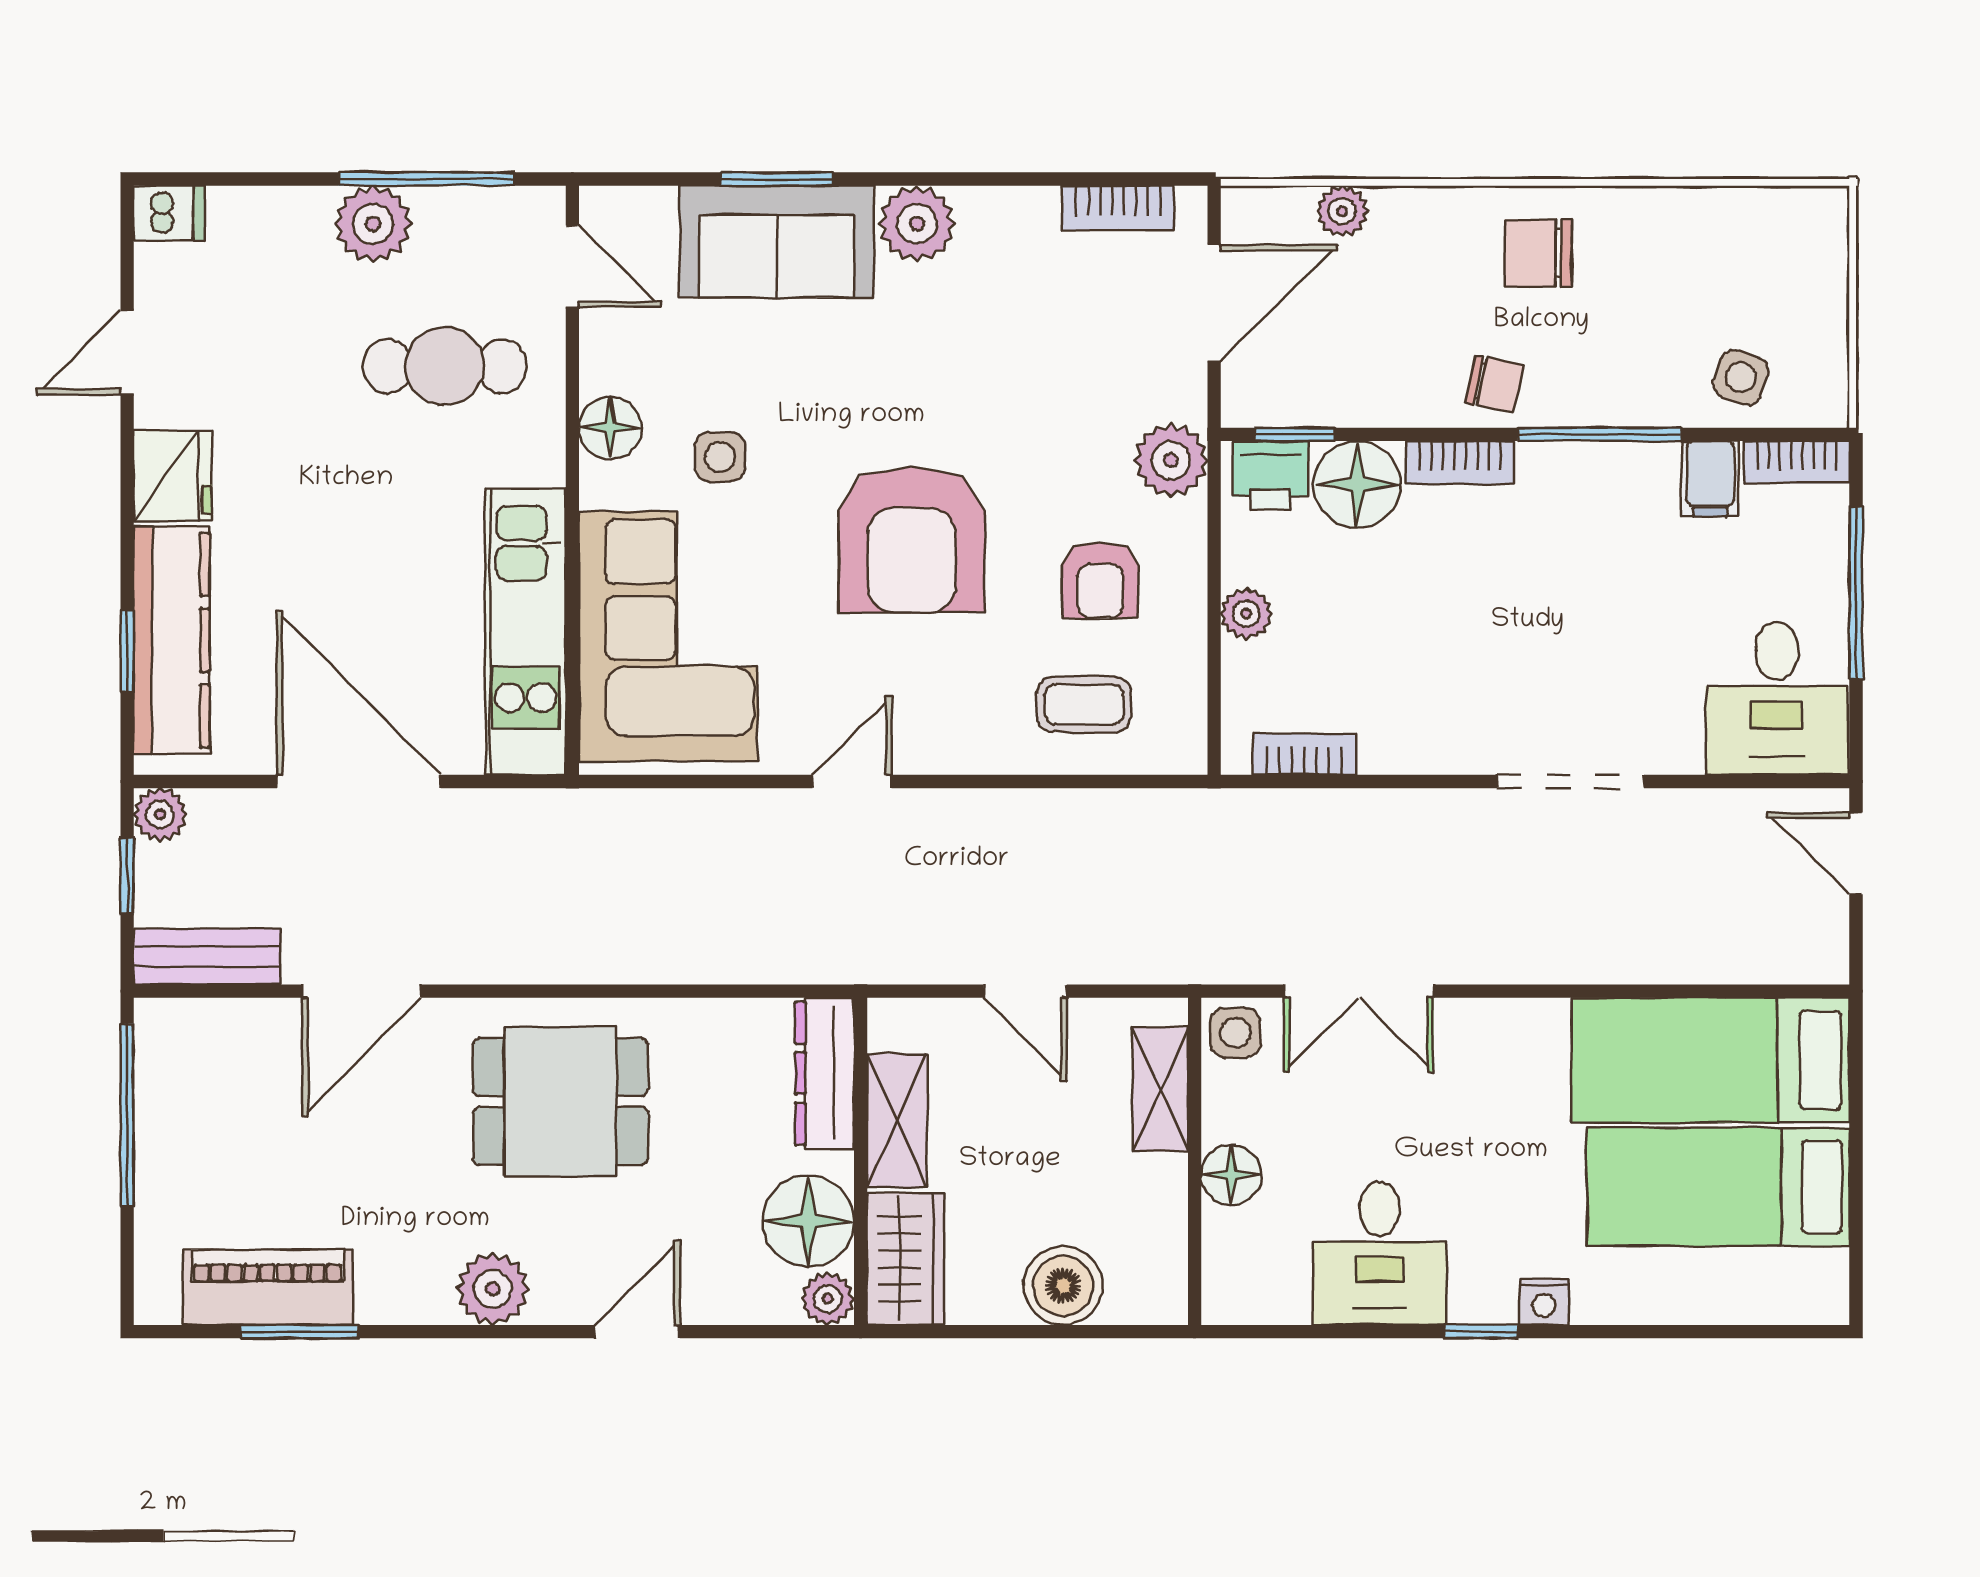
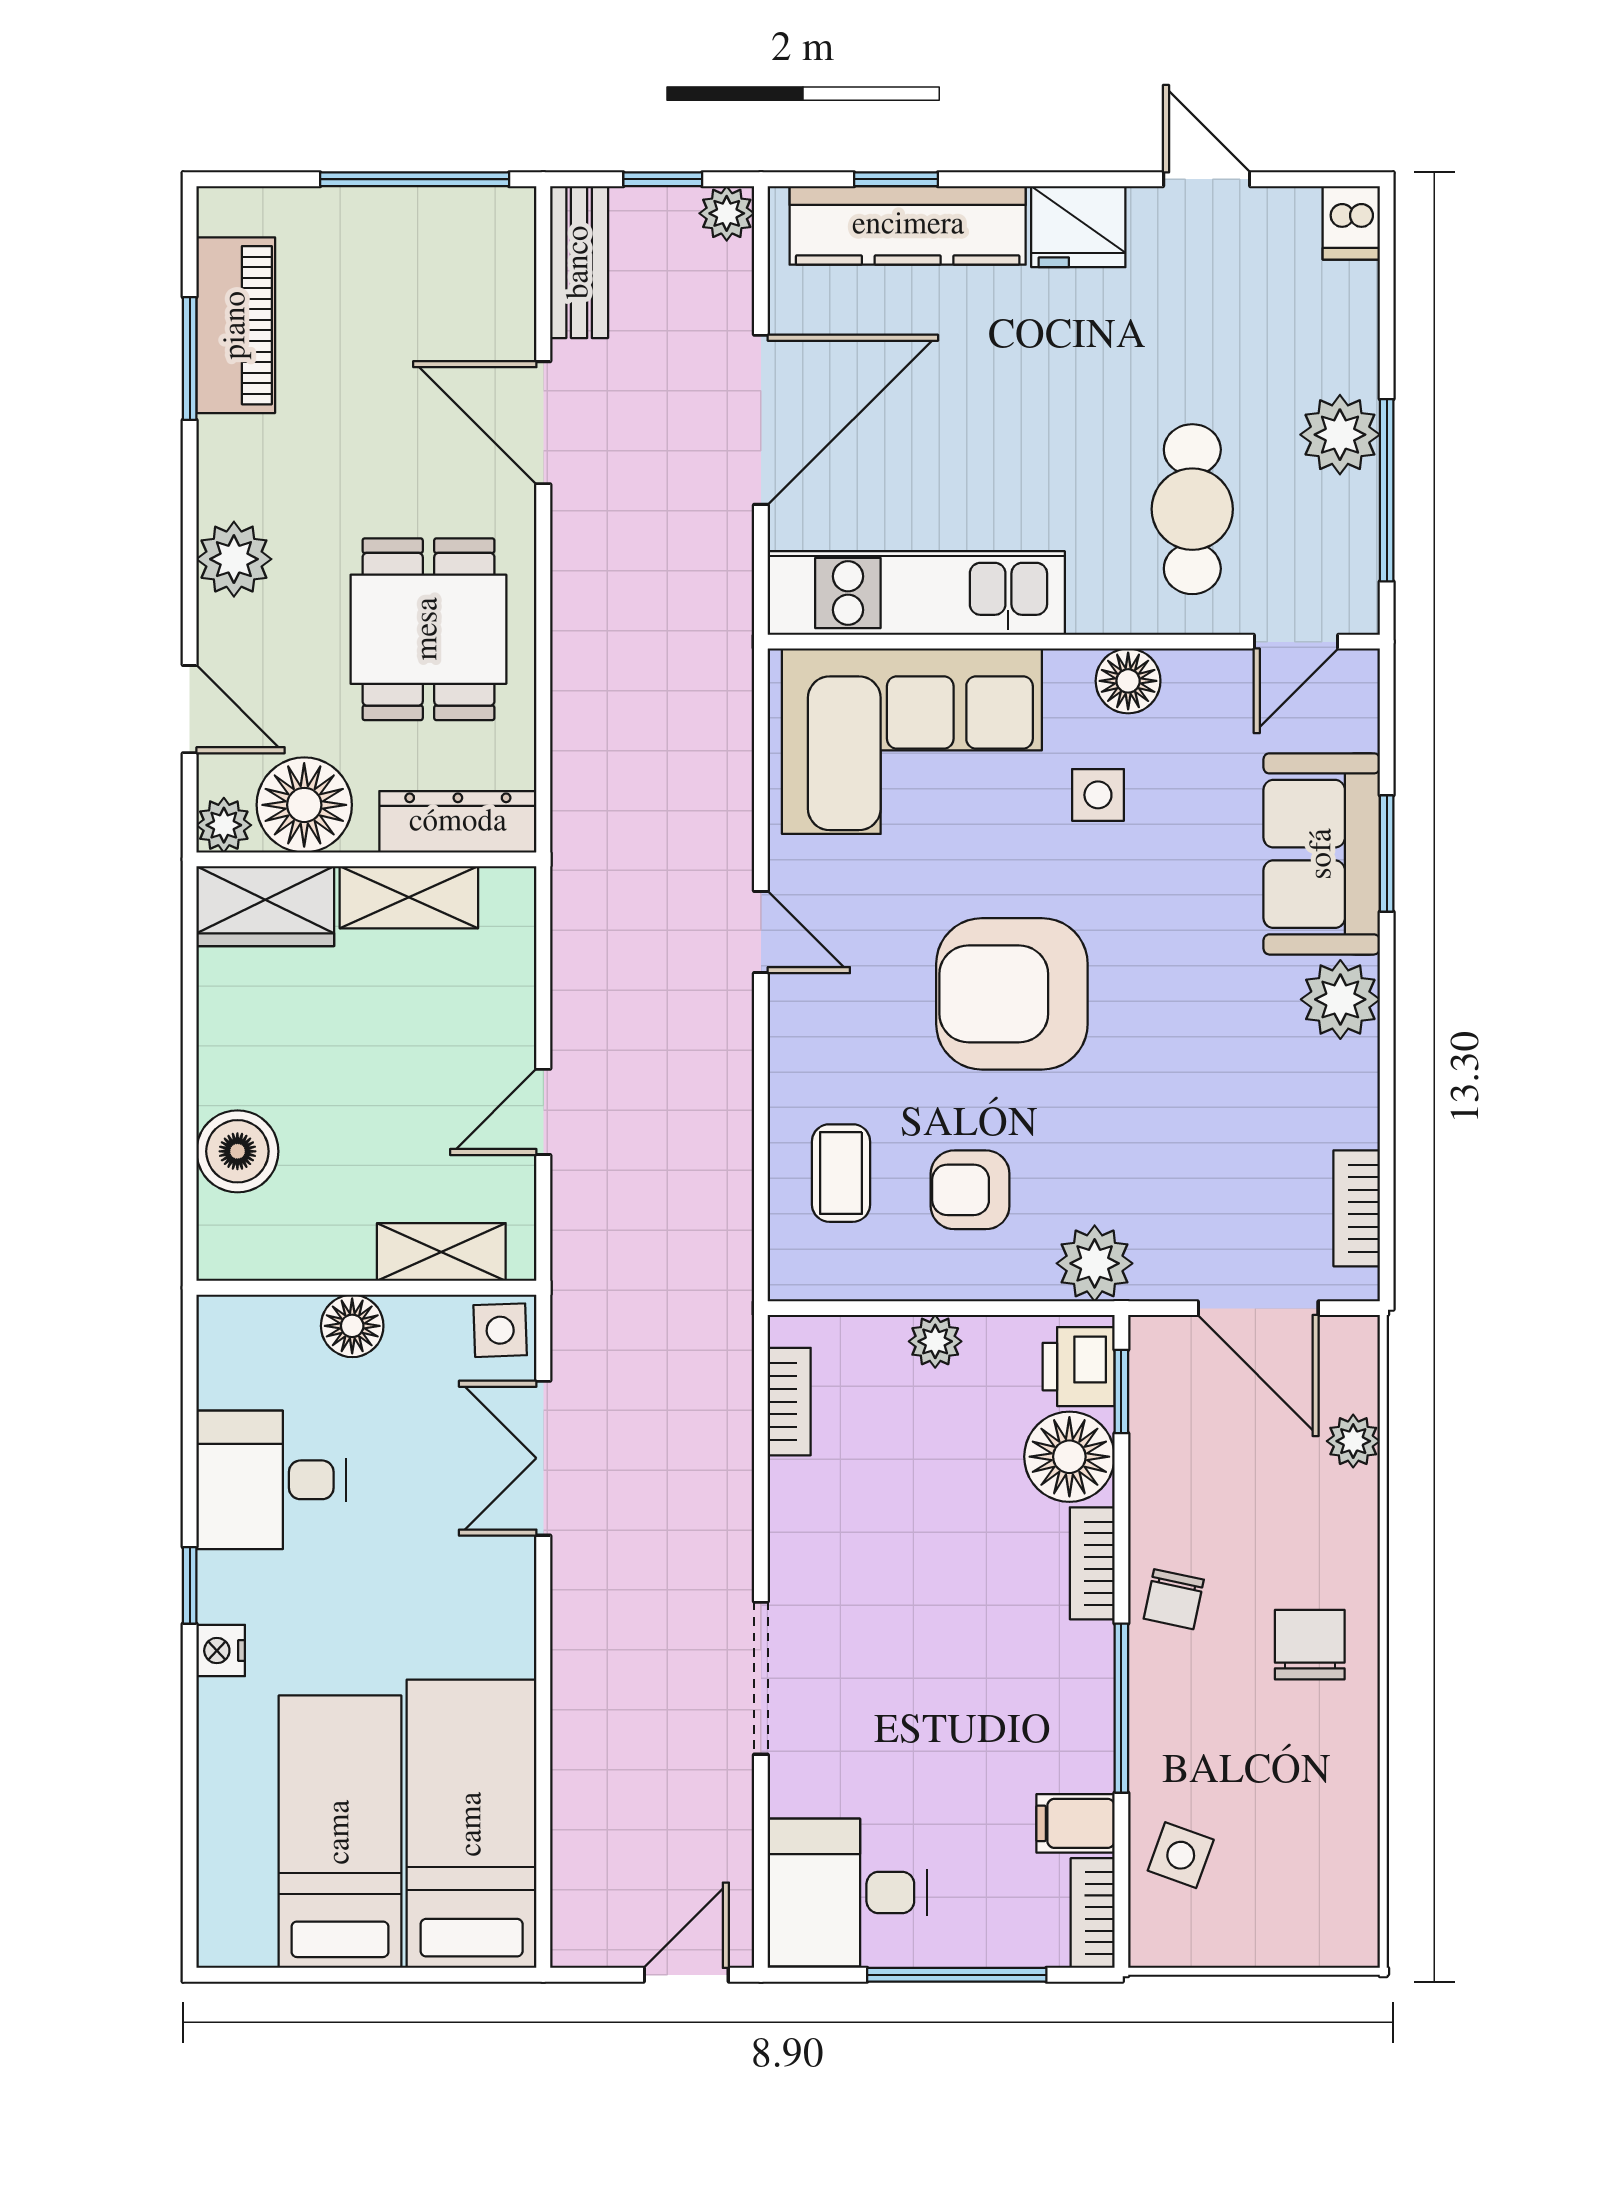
dresser: (824, 1073) -> (458, 822), moved
shelving: (897, 1120) -> (409, 897), moved
wall: (861, 1161) -> (366, 859), moved
floor lamp: (808, 1221) -> (304, 805), moved
wardrobe: (906, 1259) -> (265, 906), moved
plant: (828, 1299) -> (224, 825), moved

